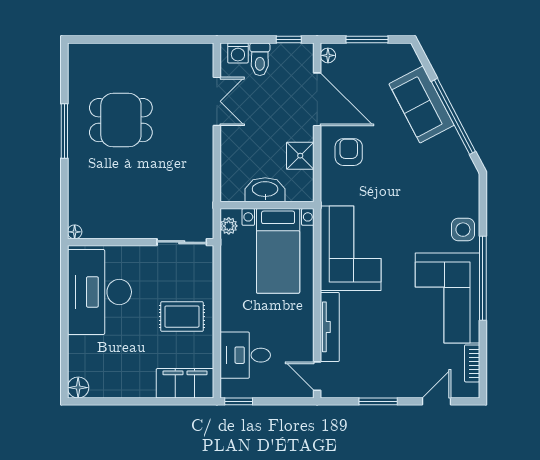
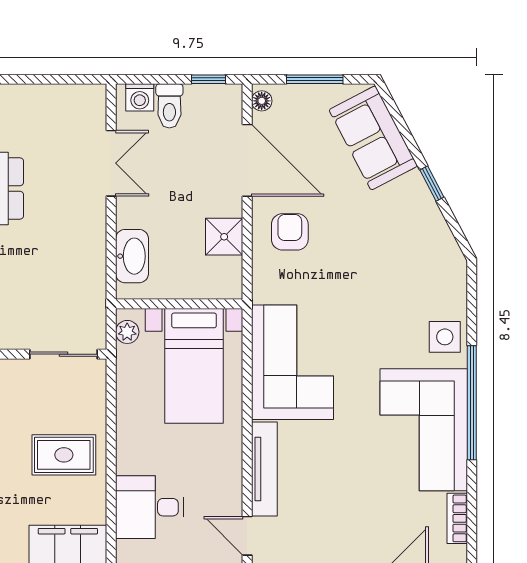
sofa: (422, 105) -> (373, 138), moved
window: (453, 116) -> (432, 184), width x0.32
washbasin: (265, 190) -> (132, 256), moved, turned 90

